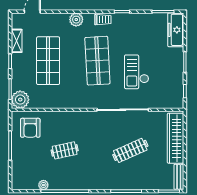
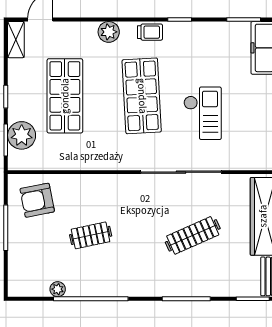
shelving: (17, 41) -> (16, 40), moved
checkout: (137, 72) -> (203, 113), turned 180
plant: (20, 100) -> (22, 135), moved
armchair: (30, 128) -> (37, 200), turned 79

